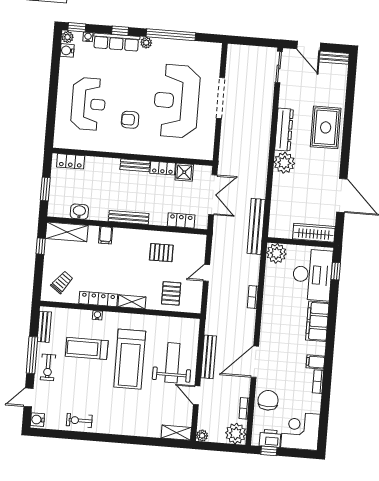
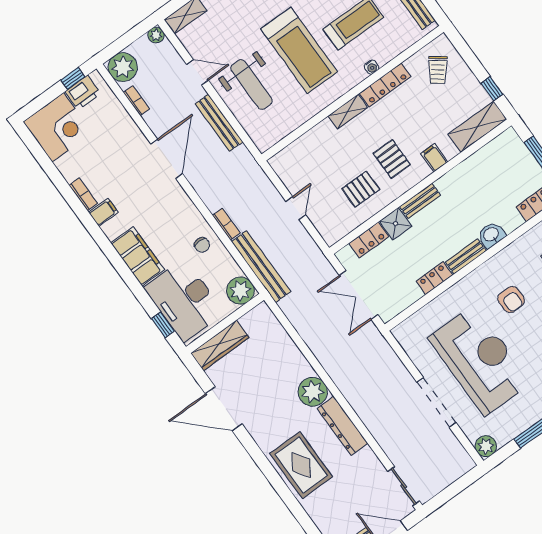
plant: (214, 50) -> (486, 446), added
armchair: (130, 120) -> (511, 299), turned 90
shower: (184, 172) -> (396, 224), moved
washbasin: (79, 212) -> (491, 235), moved, turned 180
bench: (129, 217) -> (420, 201), width x0.73
bench: (256, 226) -> (261, 267), moved
pallet: (171, 293) -> (392, 159), moved
treadmill: (130, 359) -> (299, 50), turned 180
chair: (268, 400) -> (202, 245), moved, width x0.54, depth x0.54

